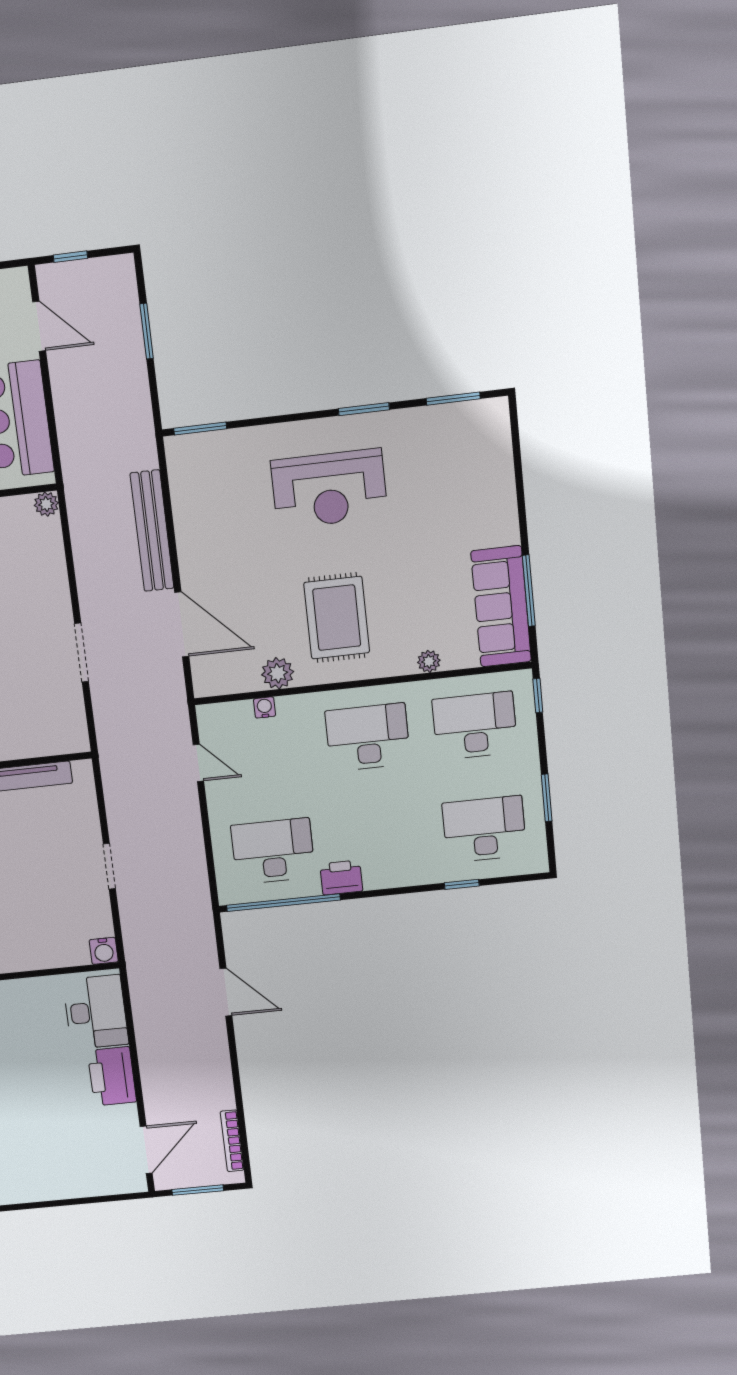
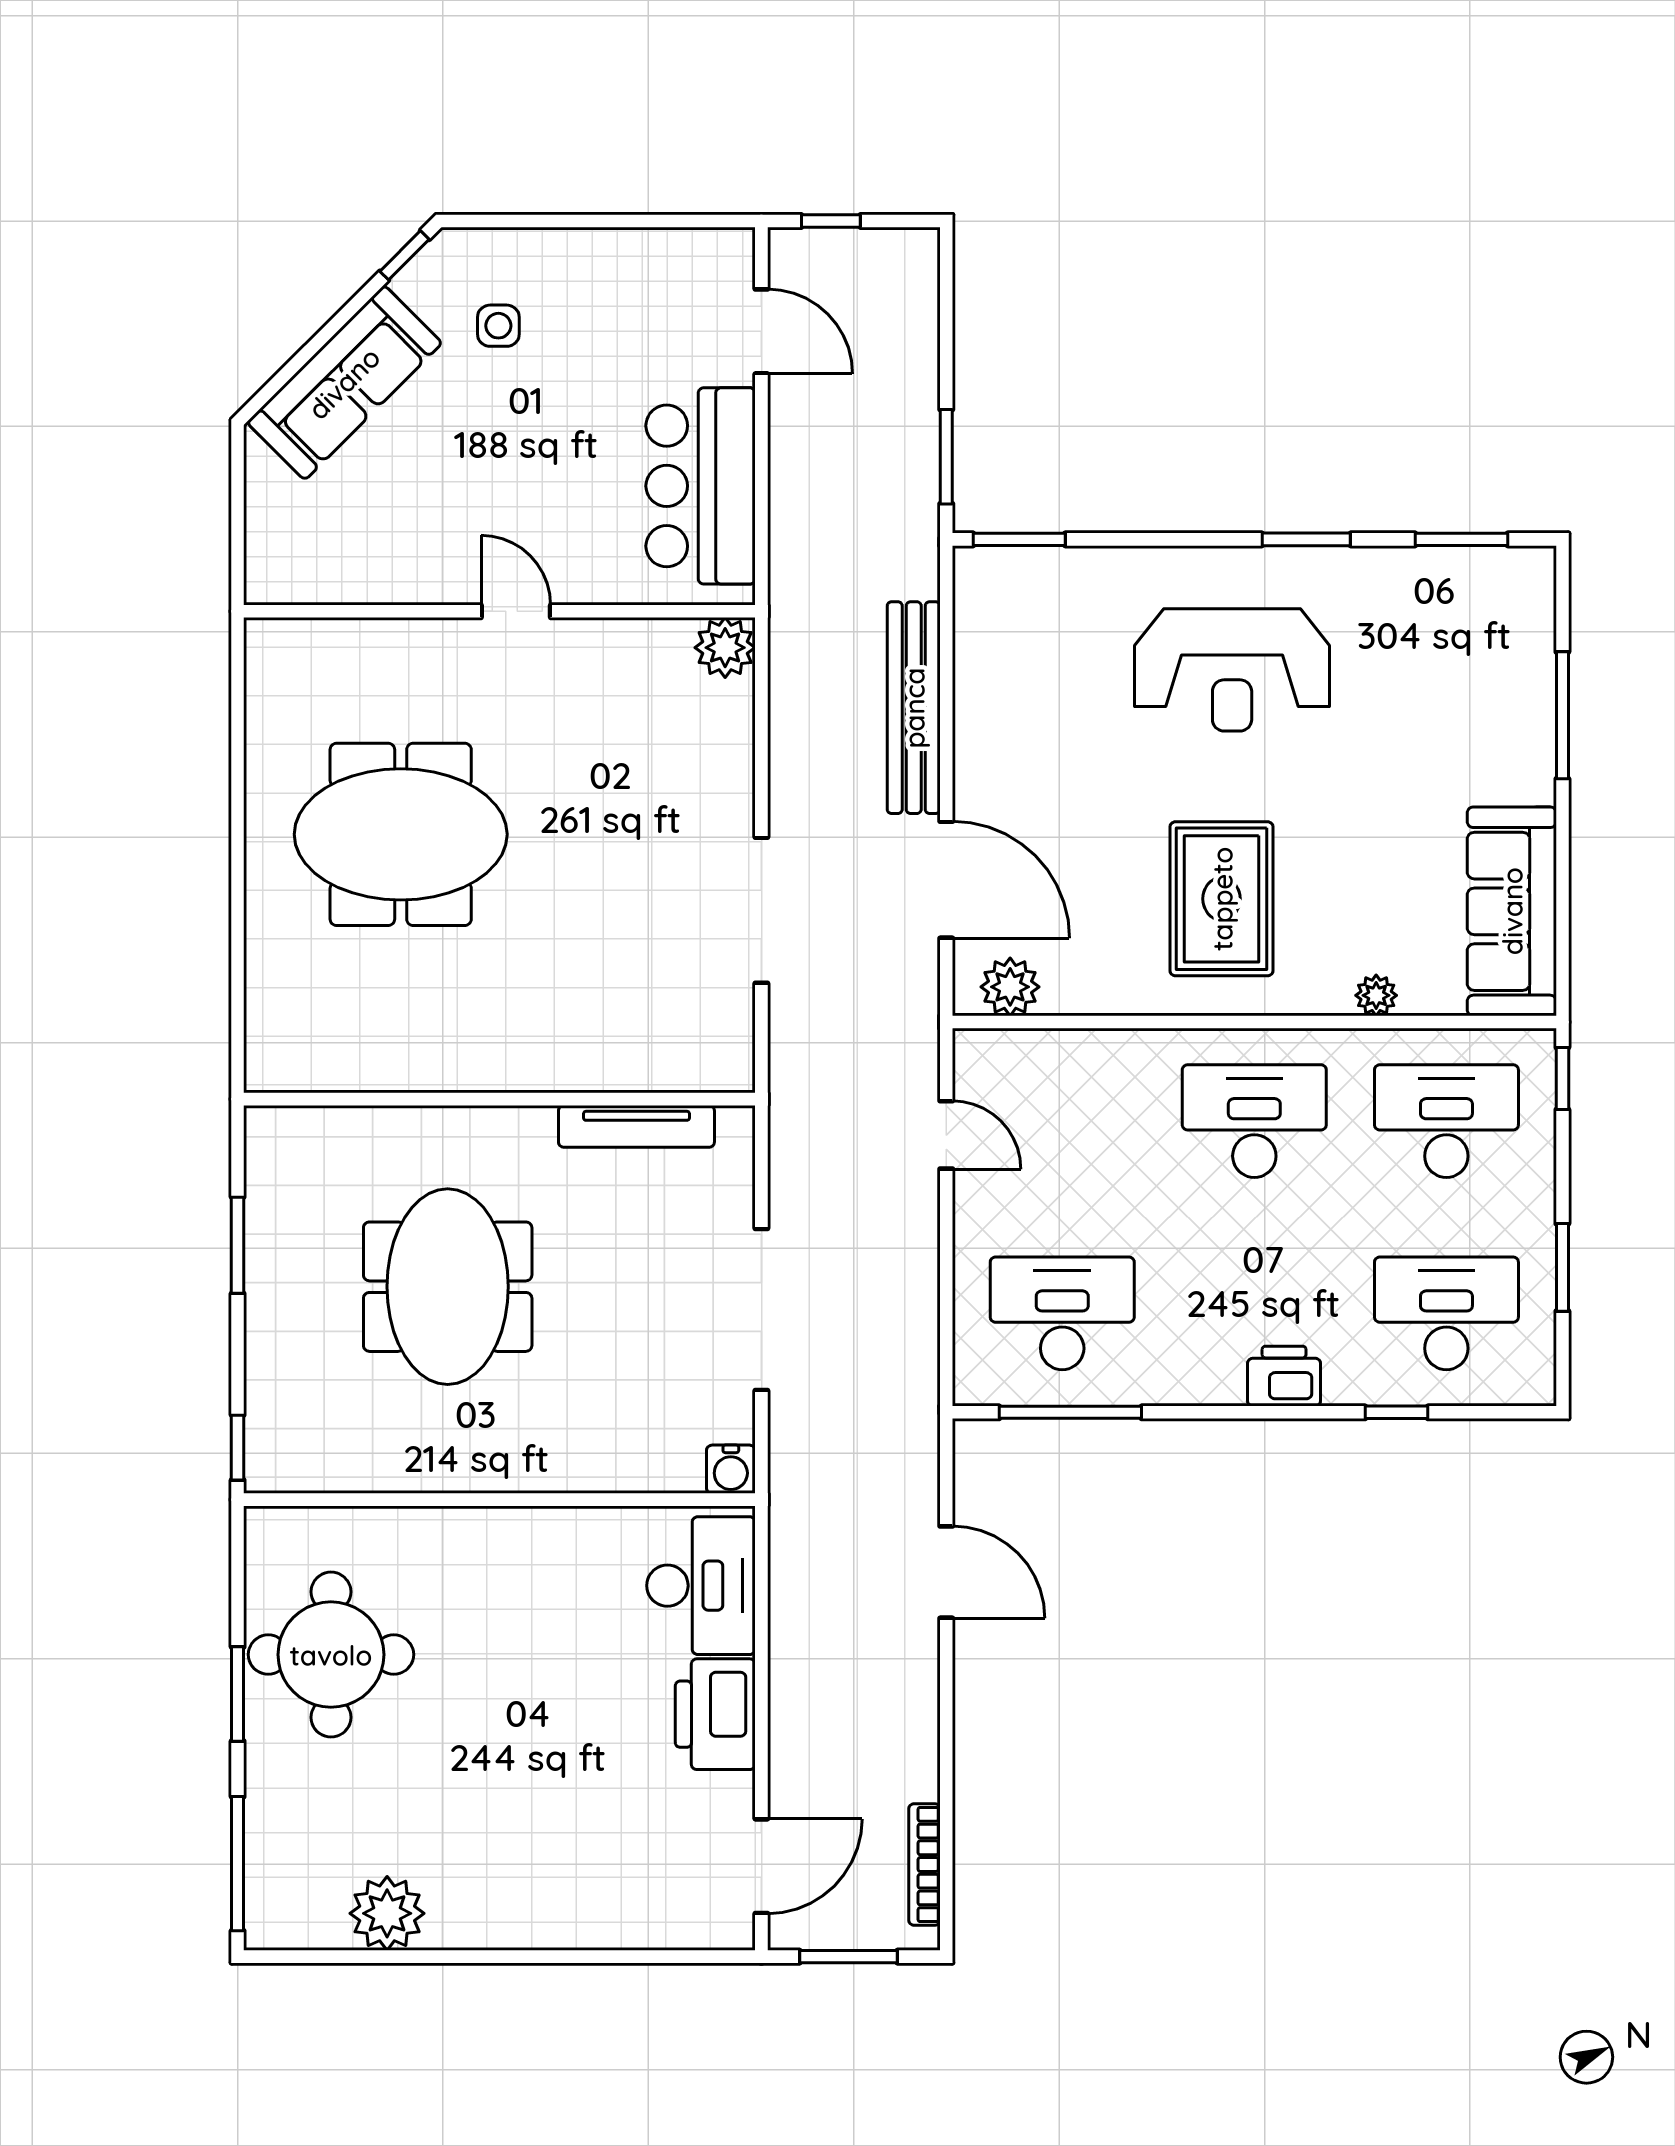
window: (147, 331) -> (946, 457), moved
plant: (46, 504) -> (725, 648), width x1.38, depth x1.38
window: (529, 591) -> (1562, 715), moved
doorway: (82, 652) -> (761, 910), width x1.36
plant: (278, 673) -> (1010, 987), moved
water cooler: (264, 707) -> (1076, 1046), removed
doorway: (109, 866) -> (761, 1309), width x1.88
printer: (341, 878) -> (1284, 1376), moved
window: (283, 903) -> (1070, 1412), width x0.68

